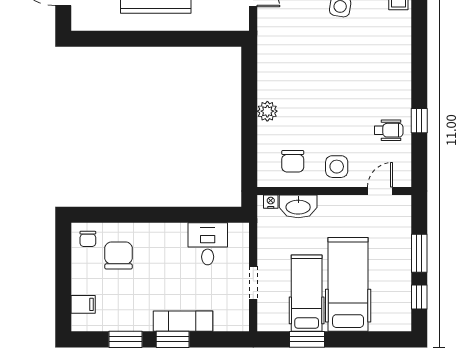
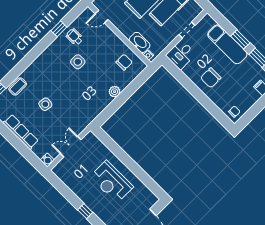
side table: (337, 167) -> (78, 62), moved
desk: (208, 244) -> (181, 55), moved
chair: (119, 256) -> (211, 78), moved
exam couch: (183, 321) -> (227, 44), width x1.36, depth x1.45

